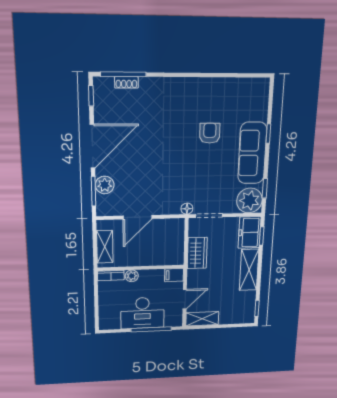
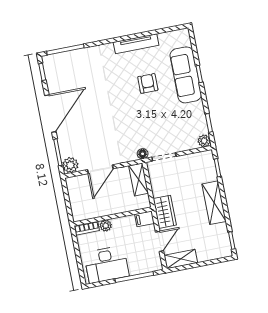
shoe rack: (126, 82) -> (69, 55), removed
tv unit: (207, 84) -> (136, 44), added
sofa: (252, 153) -> (186, 75), moved
plant: (105, 185) -> (70, 165), moved
plant: (249, 201) -> (204, 141), width x0.53, depth x0.53
freezer: (250, 232) -> (205, 166), removed
shelving: (105, 247) -> (139, 179), moved
wardrobe: (197, 253) -> (165, 212), moved
desk: (142, 313) -> (106, 264), moved

